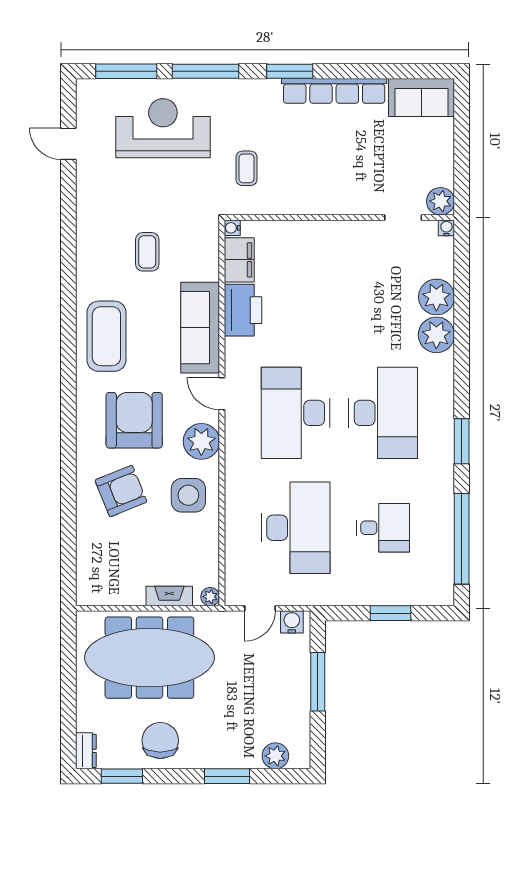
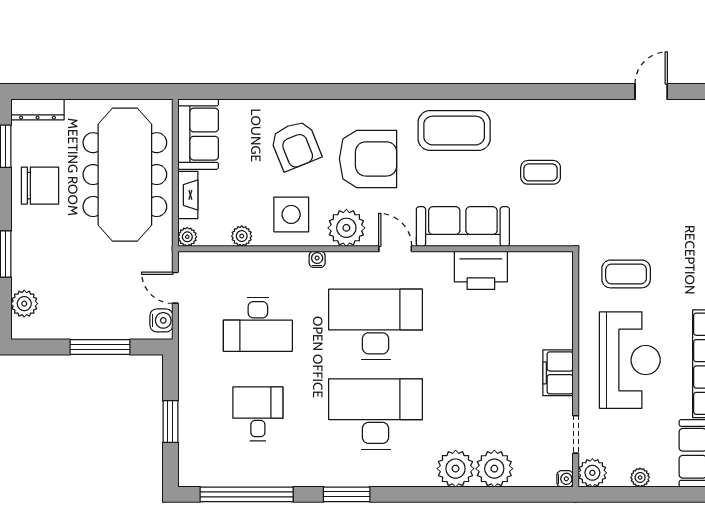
reception desk: (163, 128) -> (630, 360), moved
plant: (445, 155) -> (640, 477), added
coffee table: (246, 168) -> (626, 274), width x1.36, depth x1.30
water cooler: (232, 228) -> (317, 259), moved
filing cabinet: (239, 260) -> (558, 373), moved, turned 90
door: (222, 394) -> (395, 249), hinge flipped
desk: (383, 413) -> (376, 414), turned 180
desk: (296, 528) -> (258, 324), width x0.73, depth x0.77
desk: (383, 528) -> (258, 414), turned 180
plant: (209, 544) -> (242, 236), added
sofa: (110, 586) -> (198, 134), added
dresser: (86, 751) -> (37, 109), width x1.44

